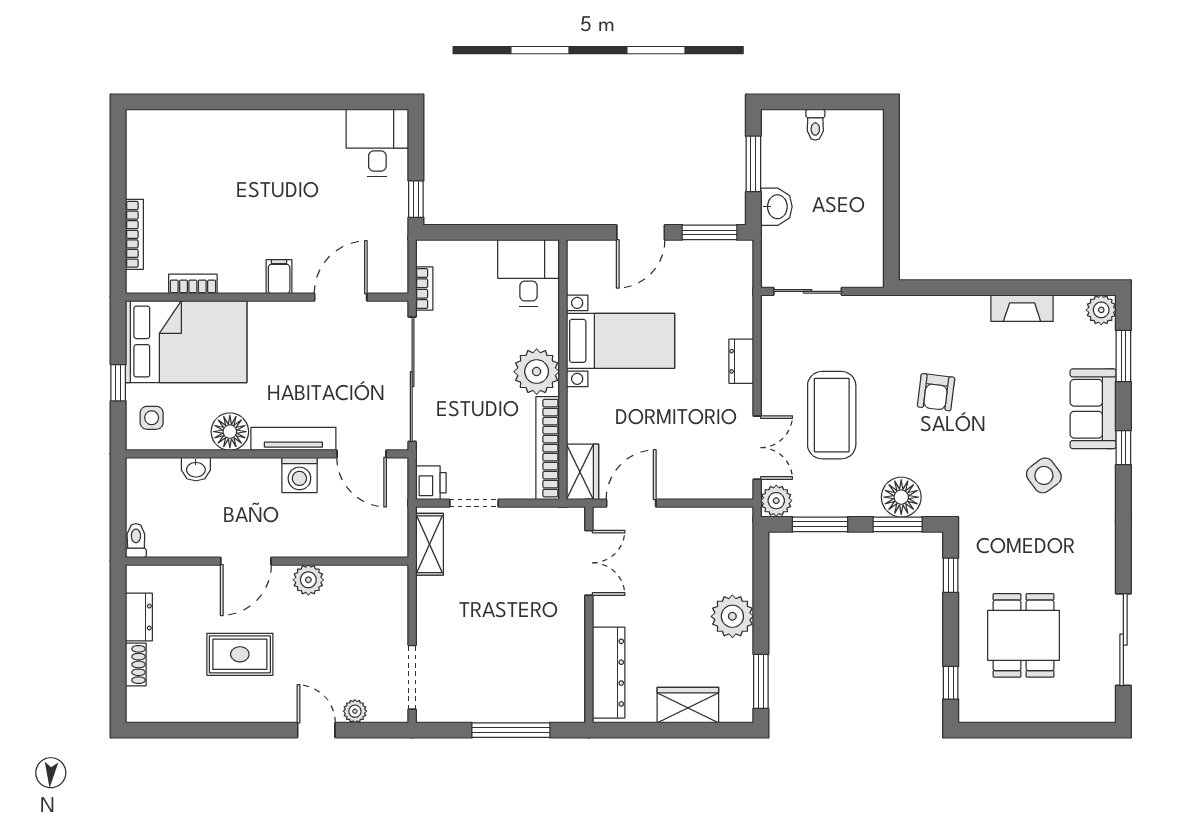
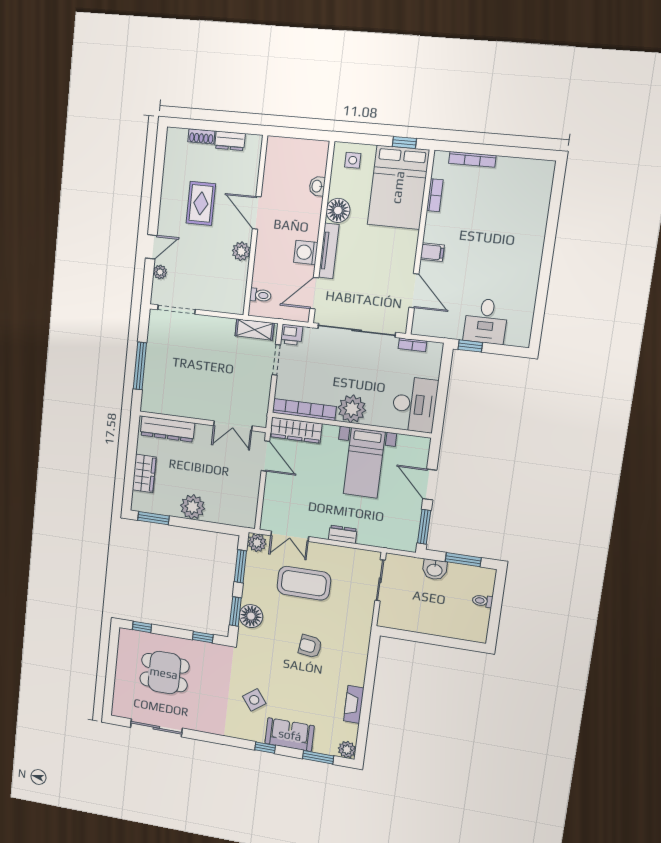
desk: (377, 143) -> (486, 321), moved, turned 90
desk: (528, 273) -> (415, 404), width x1.37
window: (118, 383) -> (404, 142), moved
wardrobe: (582, 472) -> (296, 430), width x1.50
toilet: (136, 541) -> (260, 295), moved

